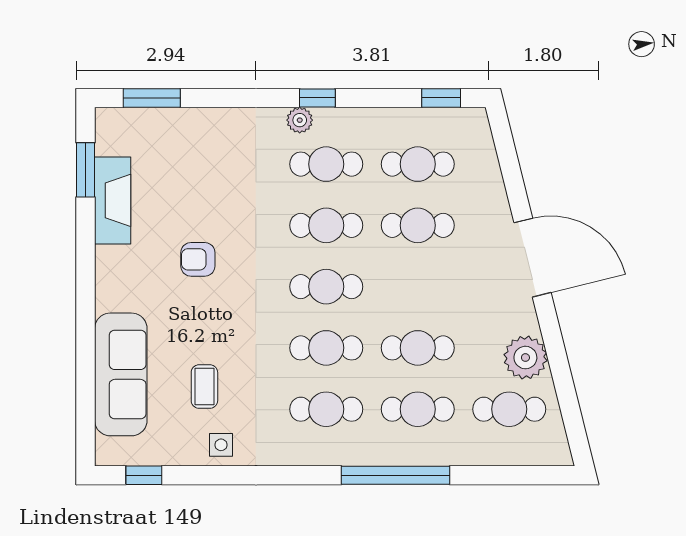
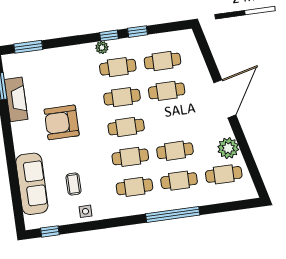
window: (441, 98) -> (137, 32), moved
door: (533, 258) -> (225, 99), hinge flipped
armchair: (198, 259) -> (62, 122), width x1.88, depth x1.88

